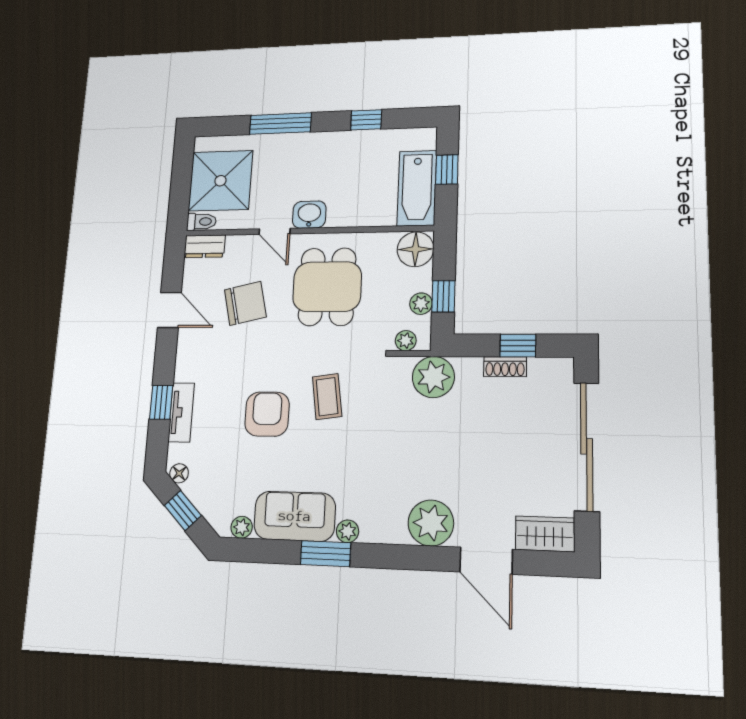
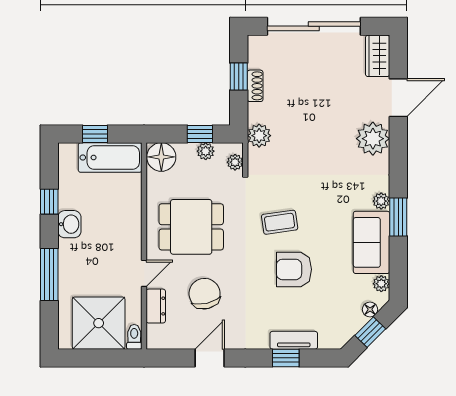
washbasin: (309, 215) -> (69, 224), moved, turned 180
dresser: (205, 246) -> (156, 306), moved
plant: (433, 377) -> (259, 136), width x0.73, depth x0.73
floor lamp: (179, 473) -> (370, 309), moved

